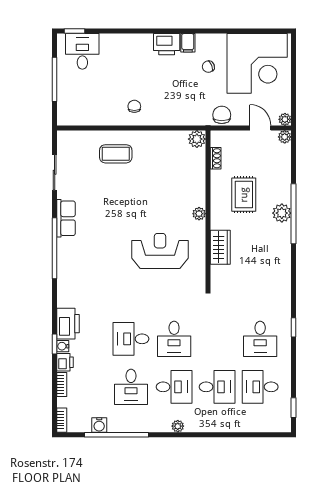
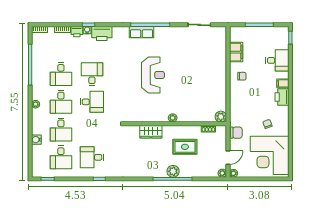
filing cabinet: (188, 43) -> (283, 83), moved
desk: (82, 51) -> (277, 60), moved
filing cabinet: (97, 115) -> (236, 52), added
coffee table: (116, 154) -> (211, 64), removed
row of seats: (66, 218) -> (142, 32), moved
reception desk: (160, 251) -> (153, 75), moved
desk: (174, 339) -> (92, 102), turned 180
desk: (131, 387) -> (61, 74), turned -90
desk: (260, 387) -> (61, 157), turned 180
water cooler: (99, 425) -> (36, 140), moved

